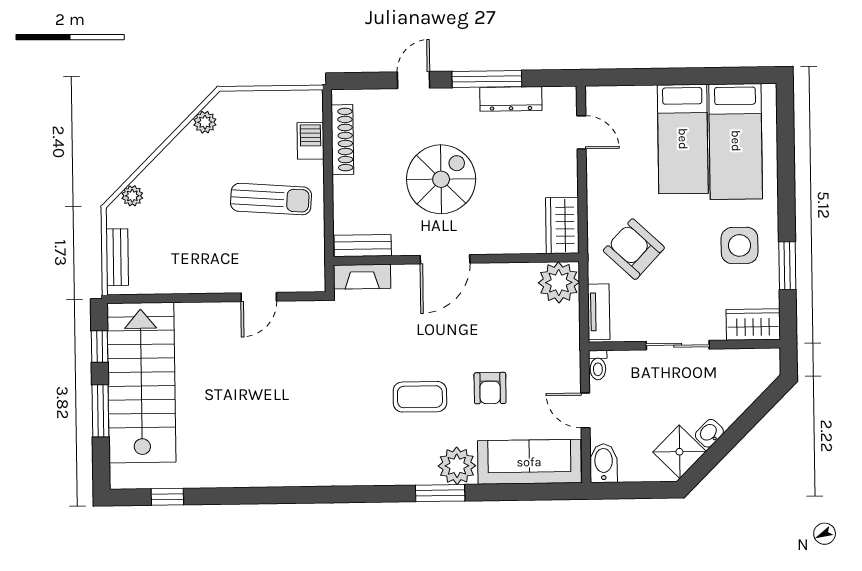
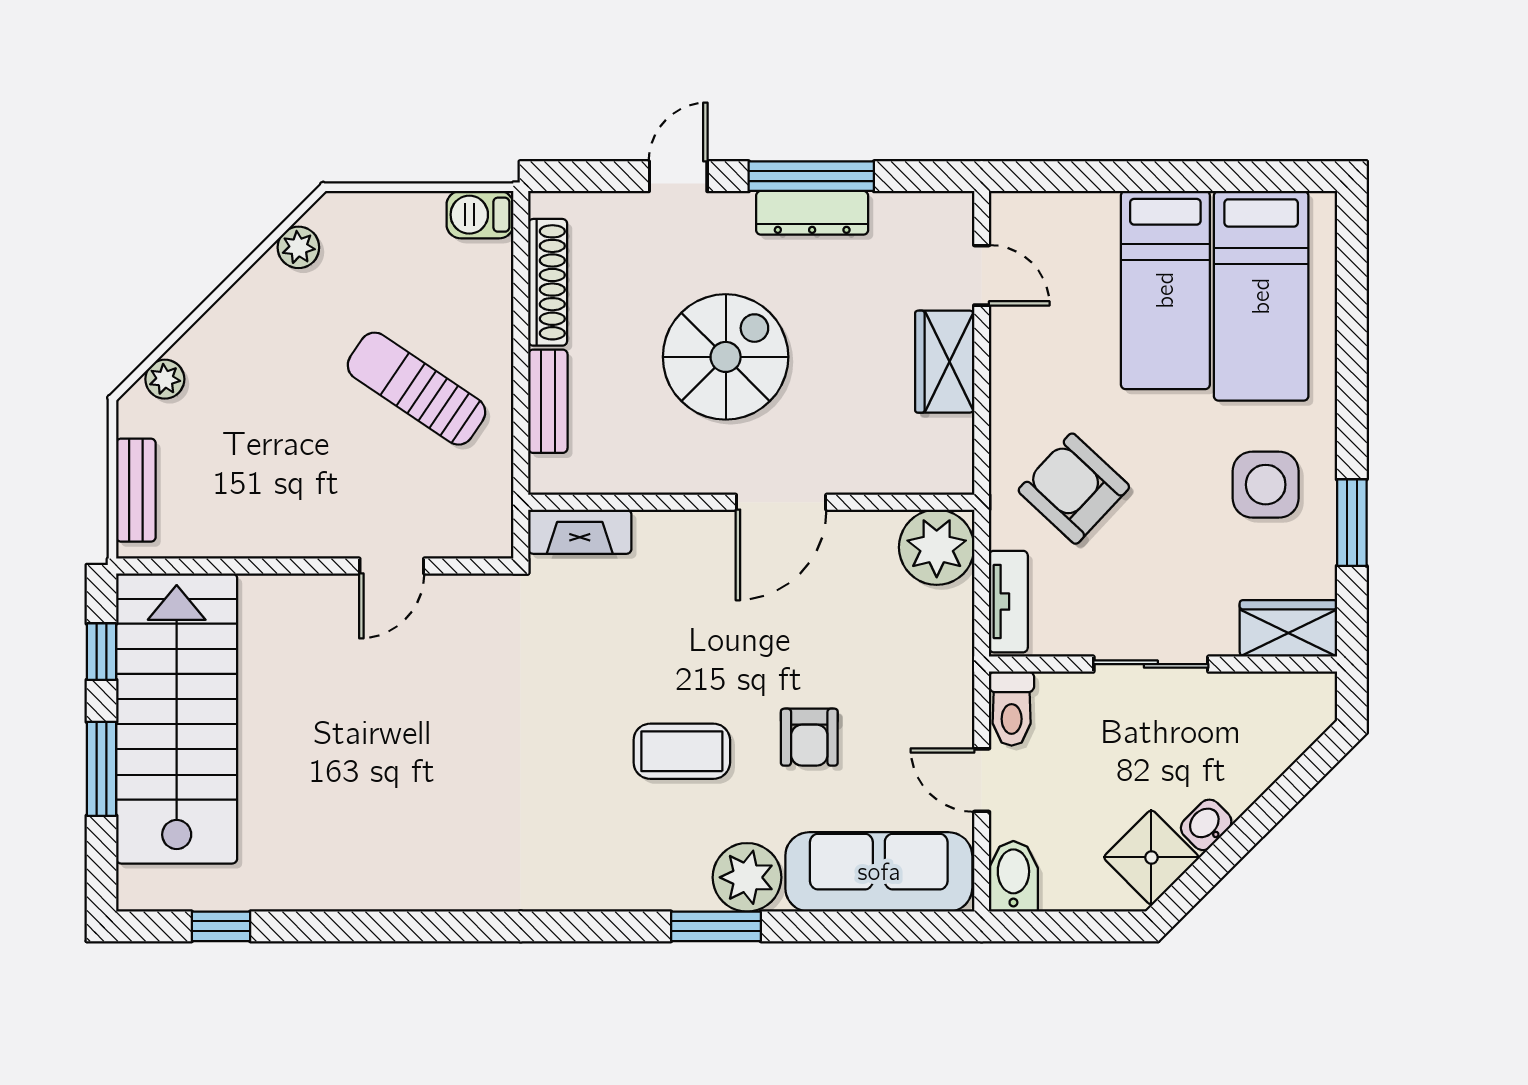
dresser: (511, 99) -> (812, 213), moved
barbecue: (311, 141) -> (480, 215), moved, turned -90
sun lounger: (271, 199) -> (416, 389), turned -150
wardrobe: (562, 225) -> (945, 362), moved
bench: (363, 246) -> (548, 401), moved, turned 90
door: (445, 259) -> (781, 502), moved
toilet: (598, 365) -> (1012, 709), width x1.37, depth x1.39

